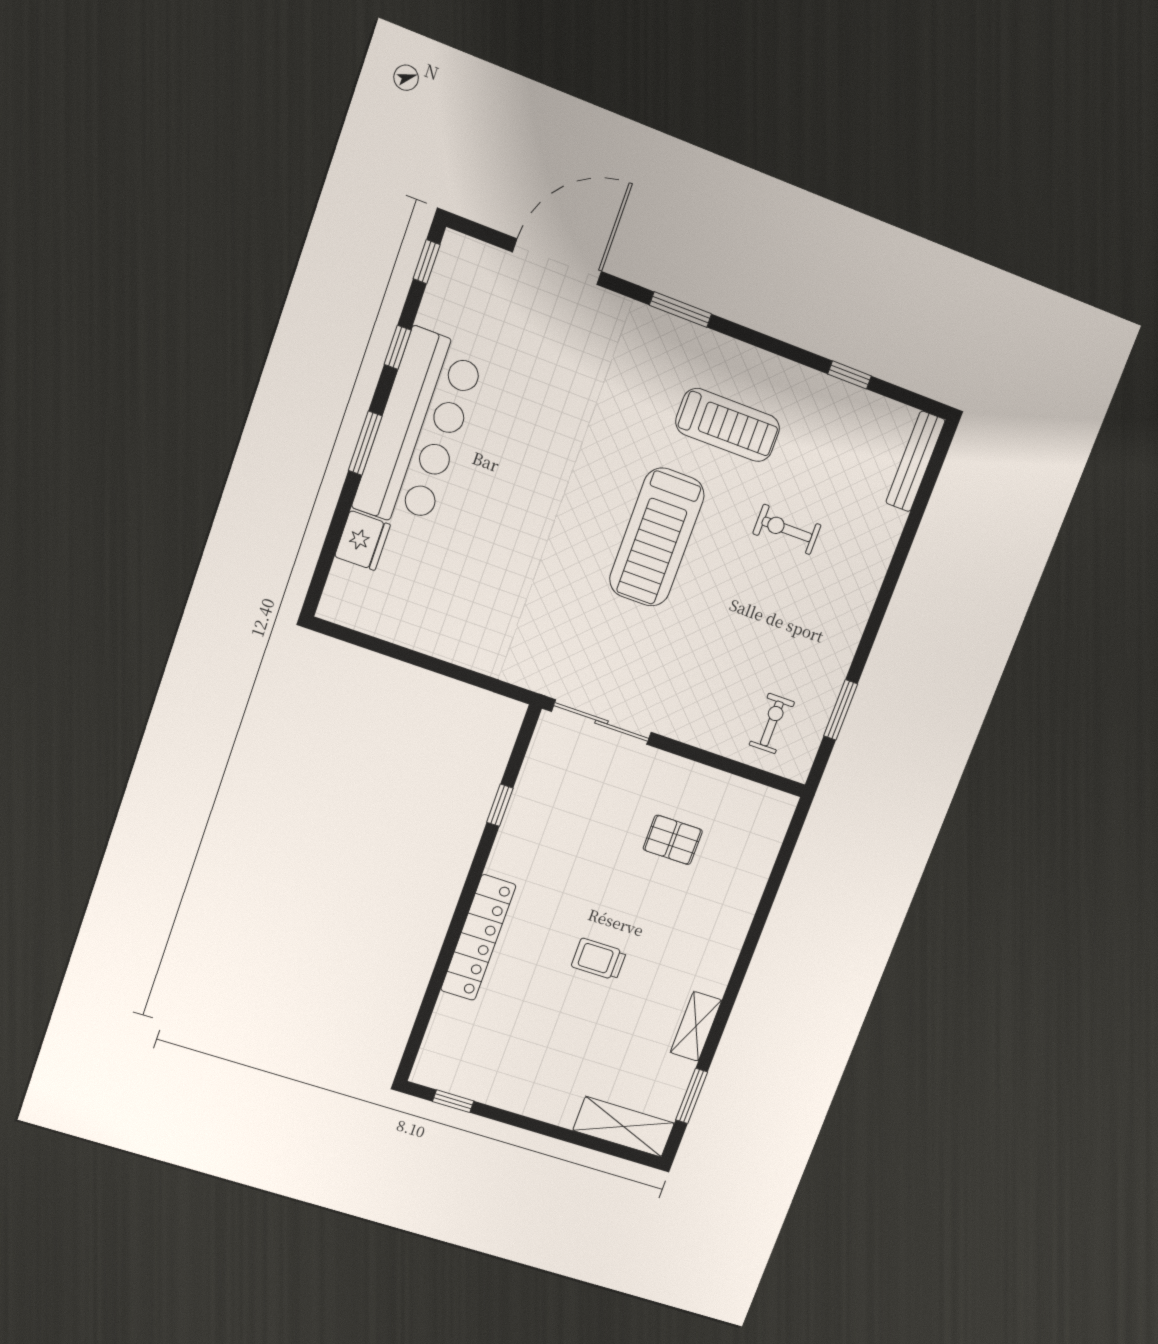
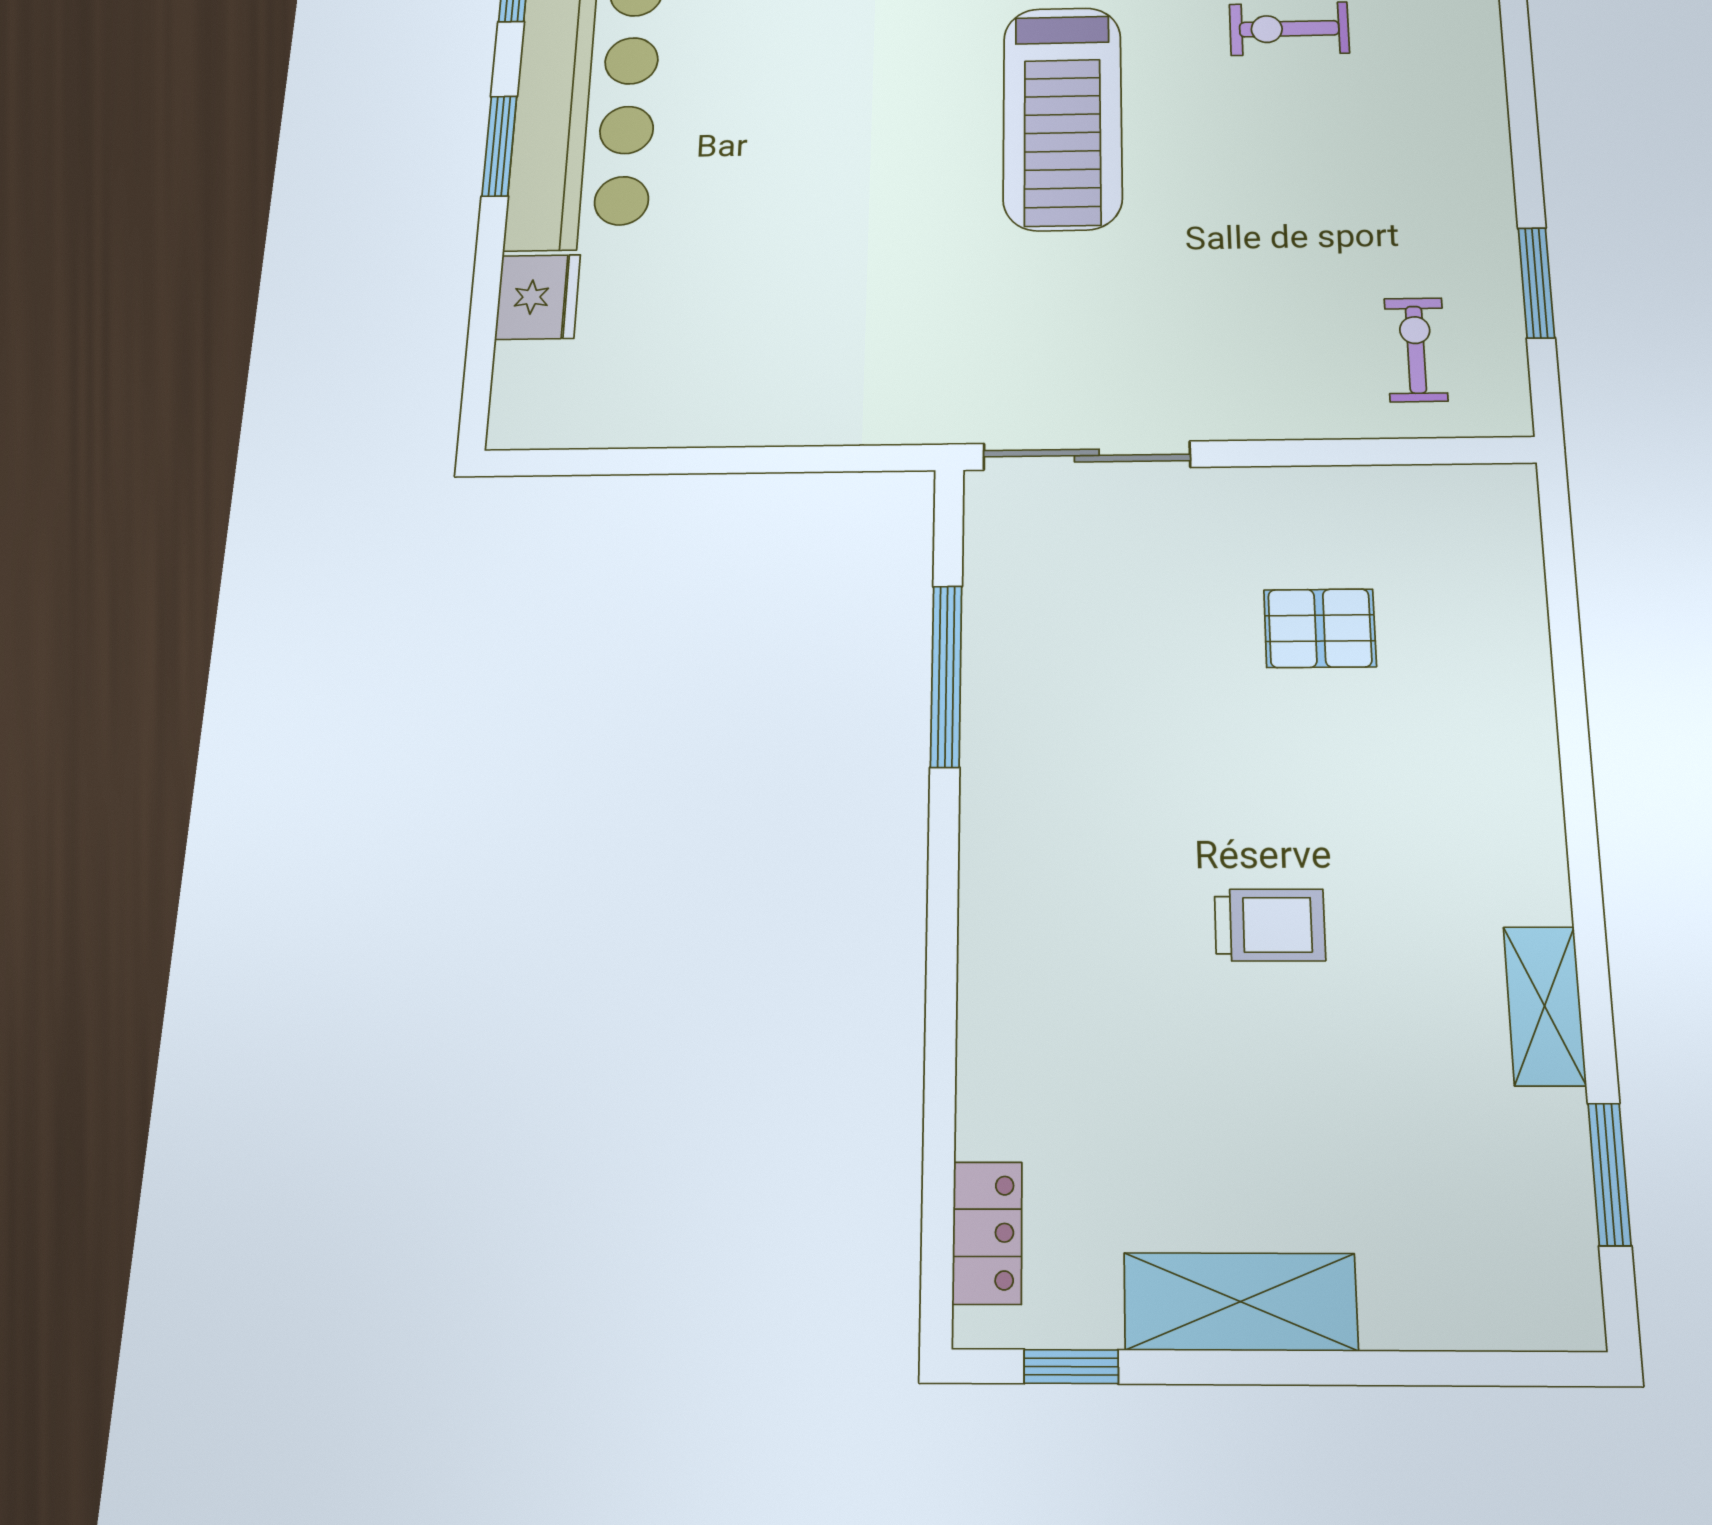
window: (500, 805) -> (946, 676), width x2.17
locker: (478, 938) -> (987, 1233), moved, width x0.46, depth x0.83
trolley: (599, 959) -> (1270, 925), turned 180
shelving: (624, 1127) -> (1240, 1302), moved

